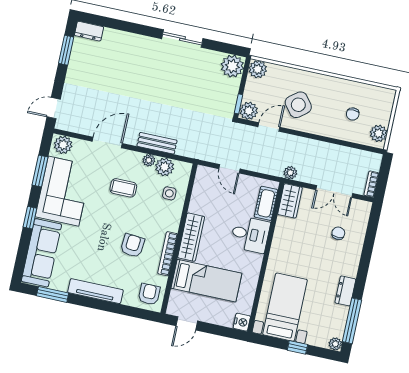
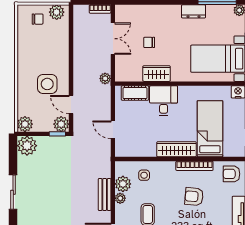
side table: (298, 105) -> (47, 84), turned 38
chair: (353, 114) -> (38, 19), moved
door: (229, 169) -> (113, 130), swing flipped
wardrobe: (290, 201) -> (157, 74), moved
chair: (338, 233) -> (149, 42), moved

